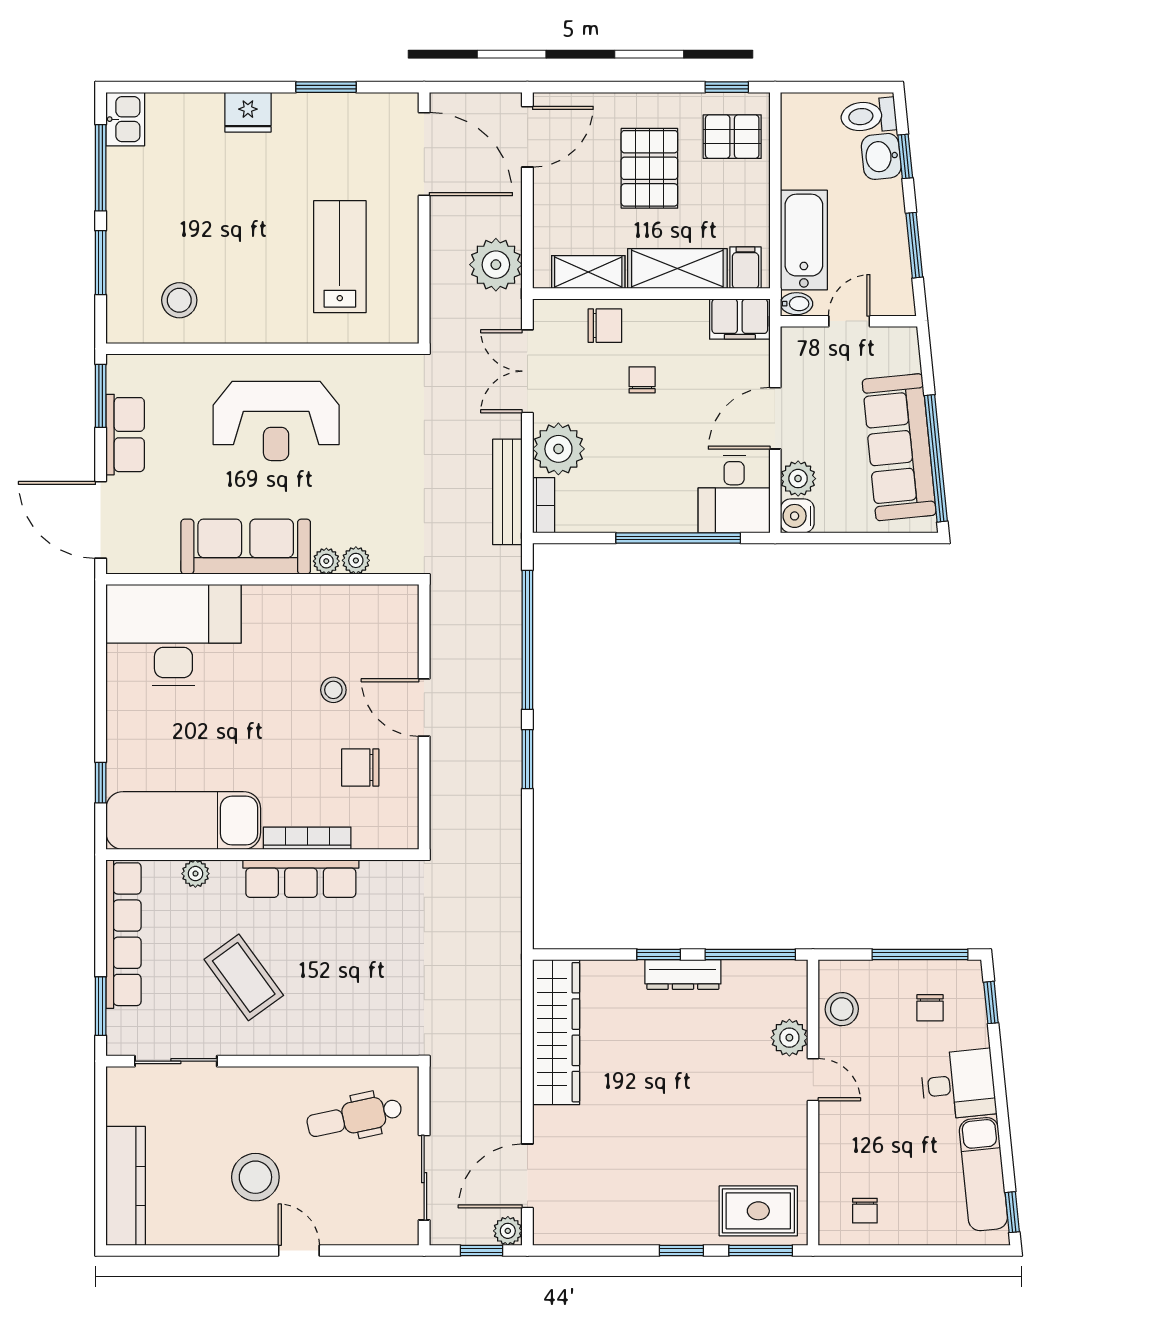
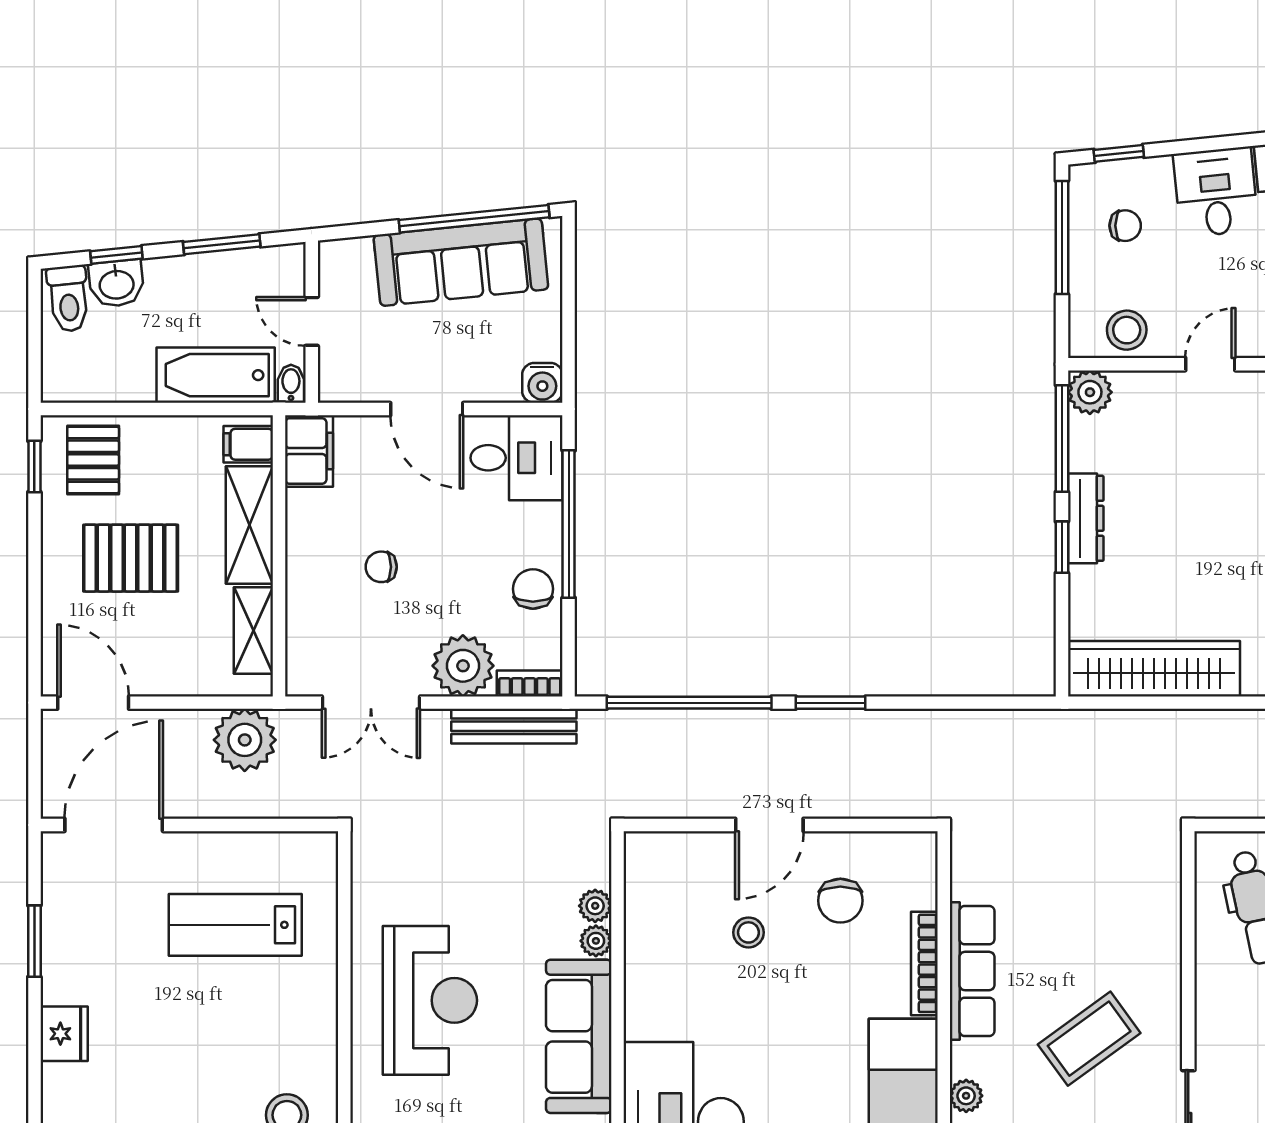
chair: (605, 326) -> (533, 589), moved
plant: (798, 479) -> (498, 382), removed
plant: (789, 1038) -> (1090, 392), moved

